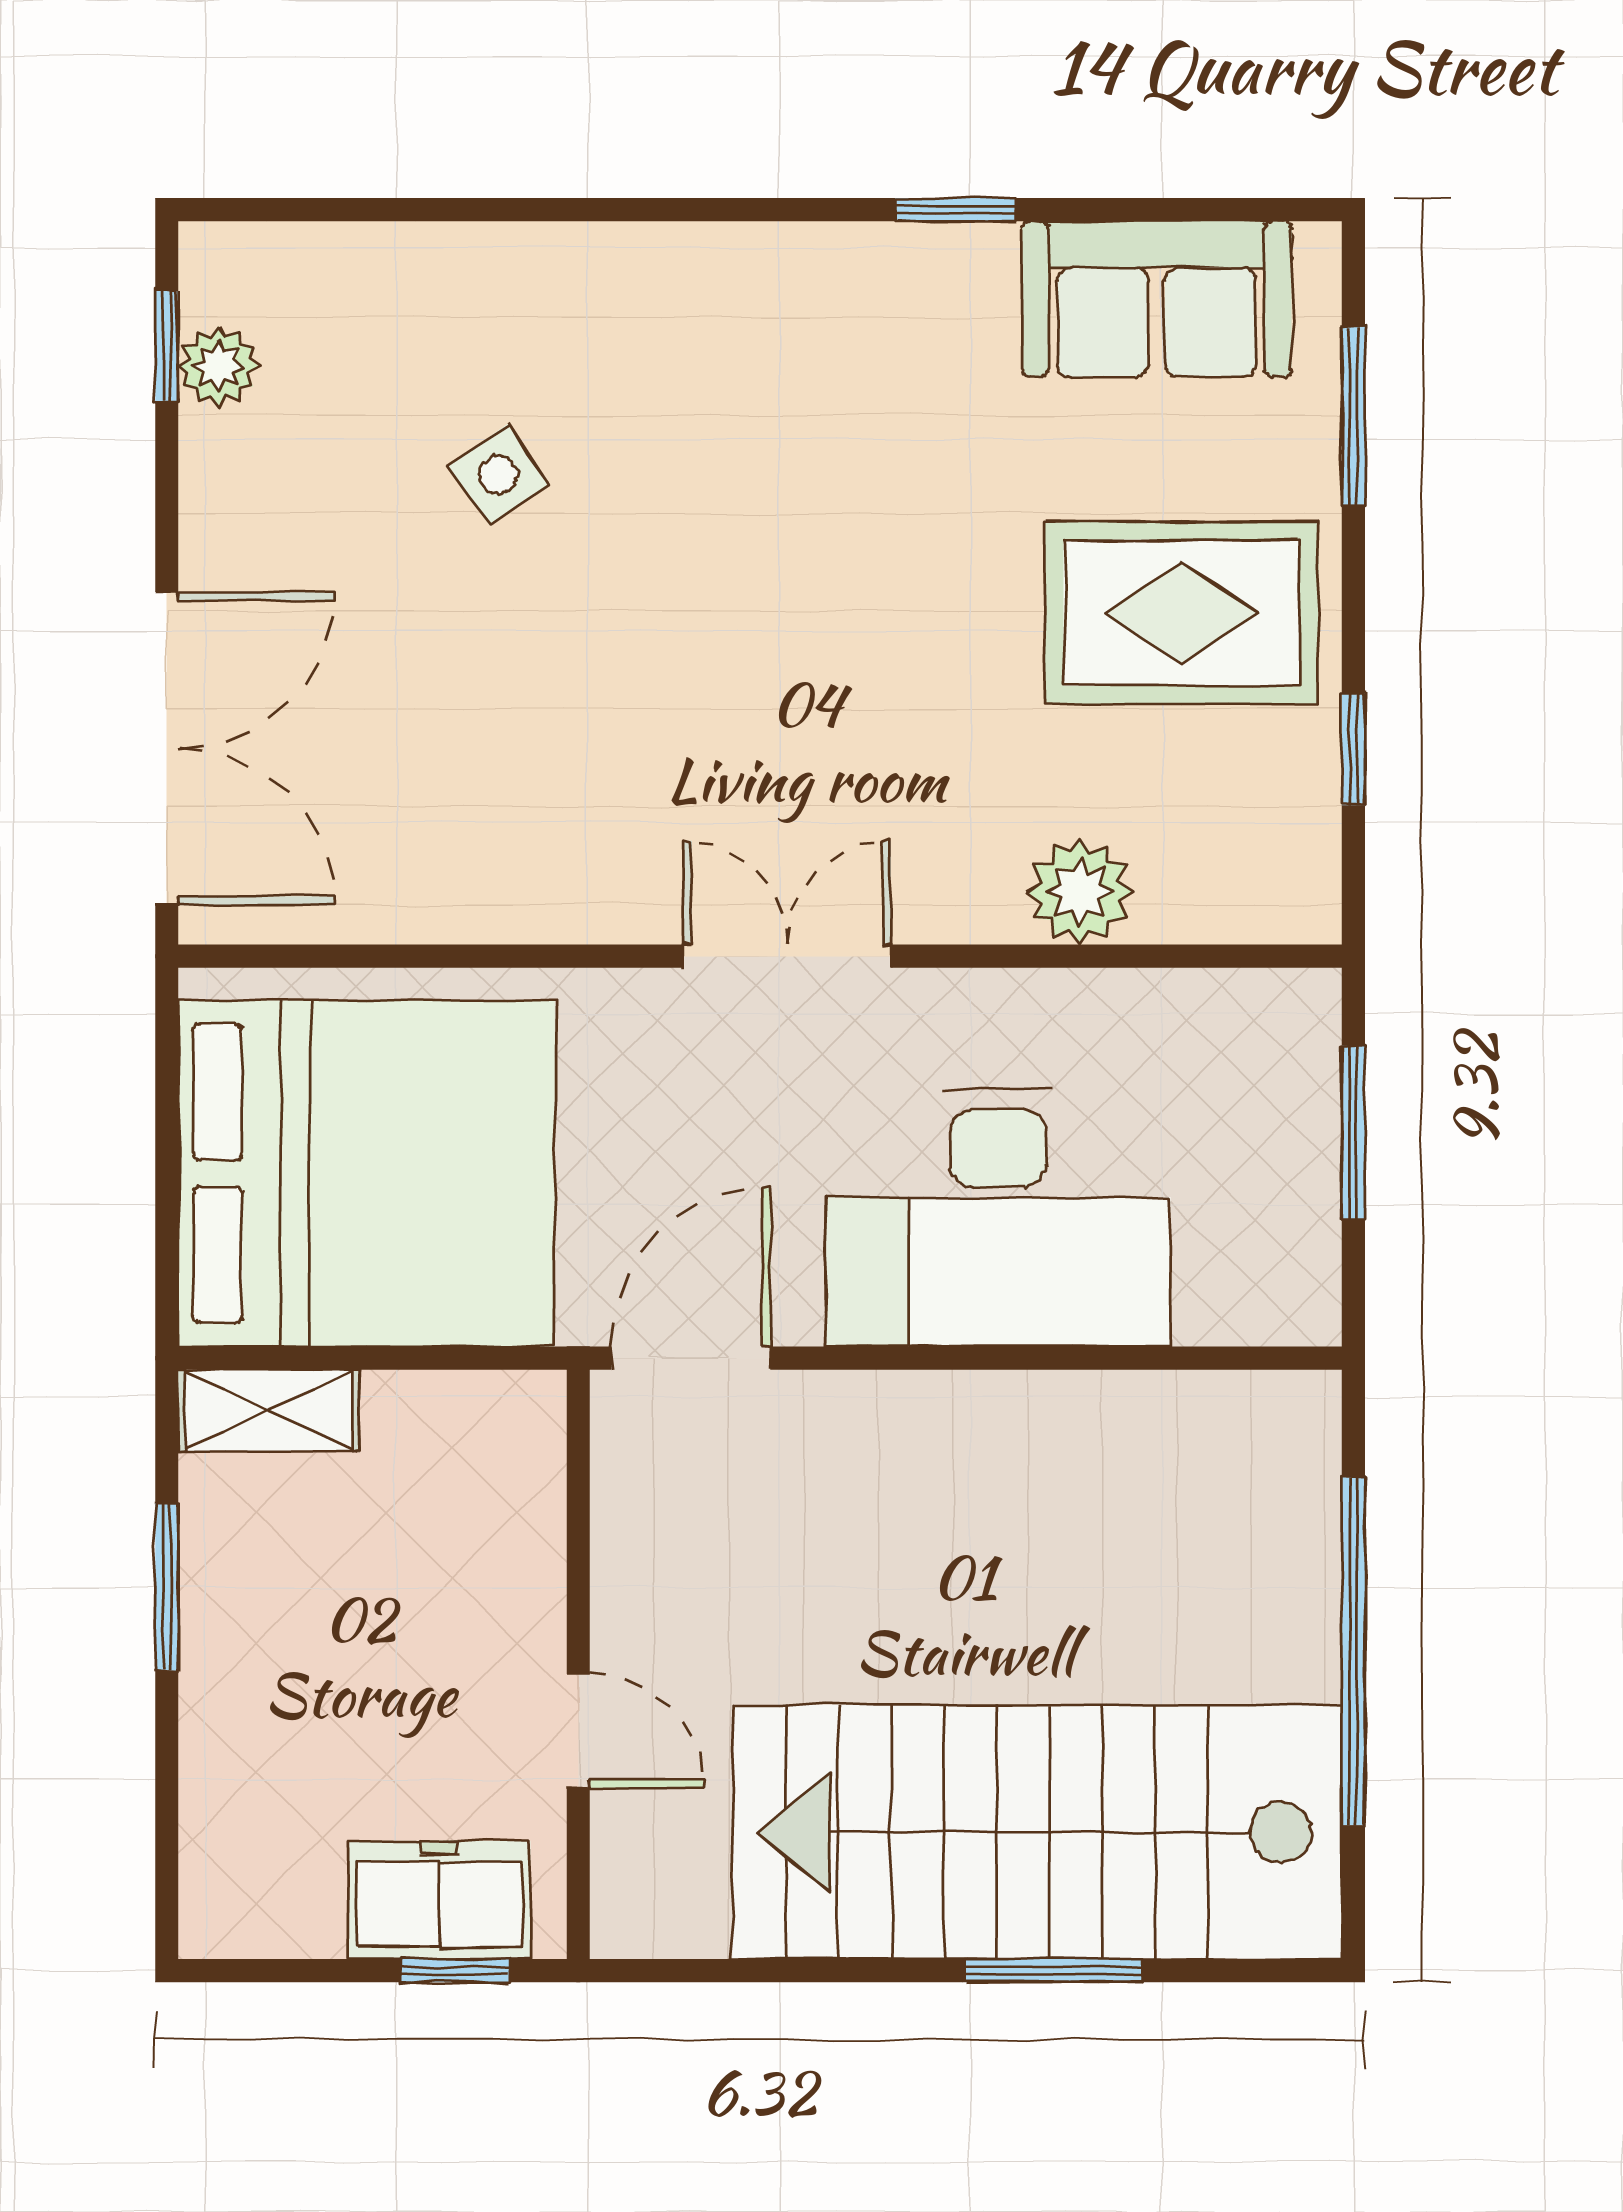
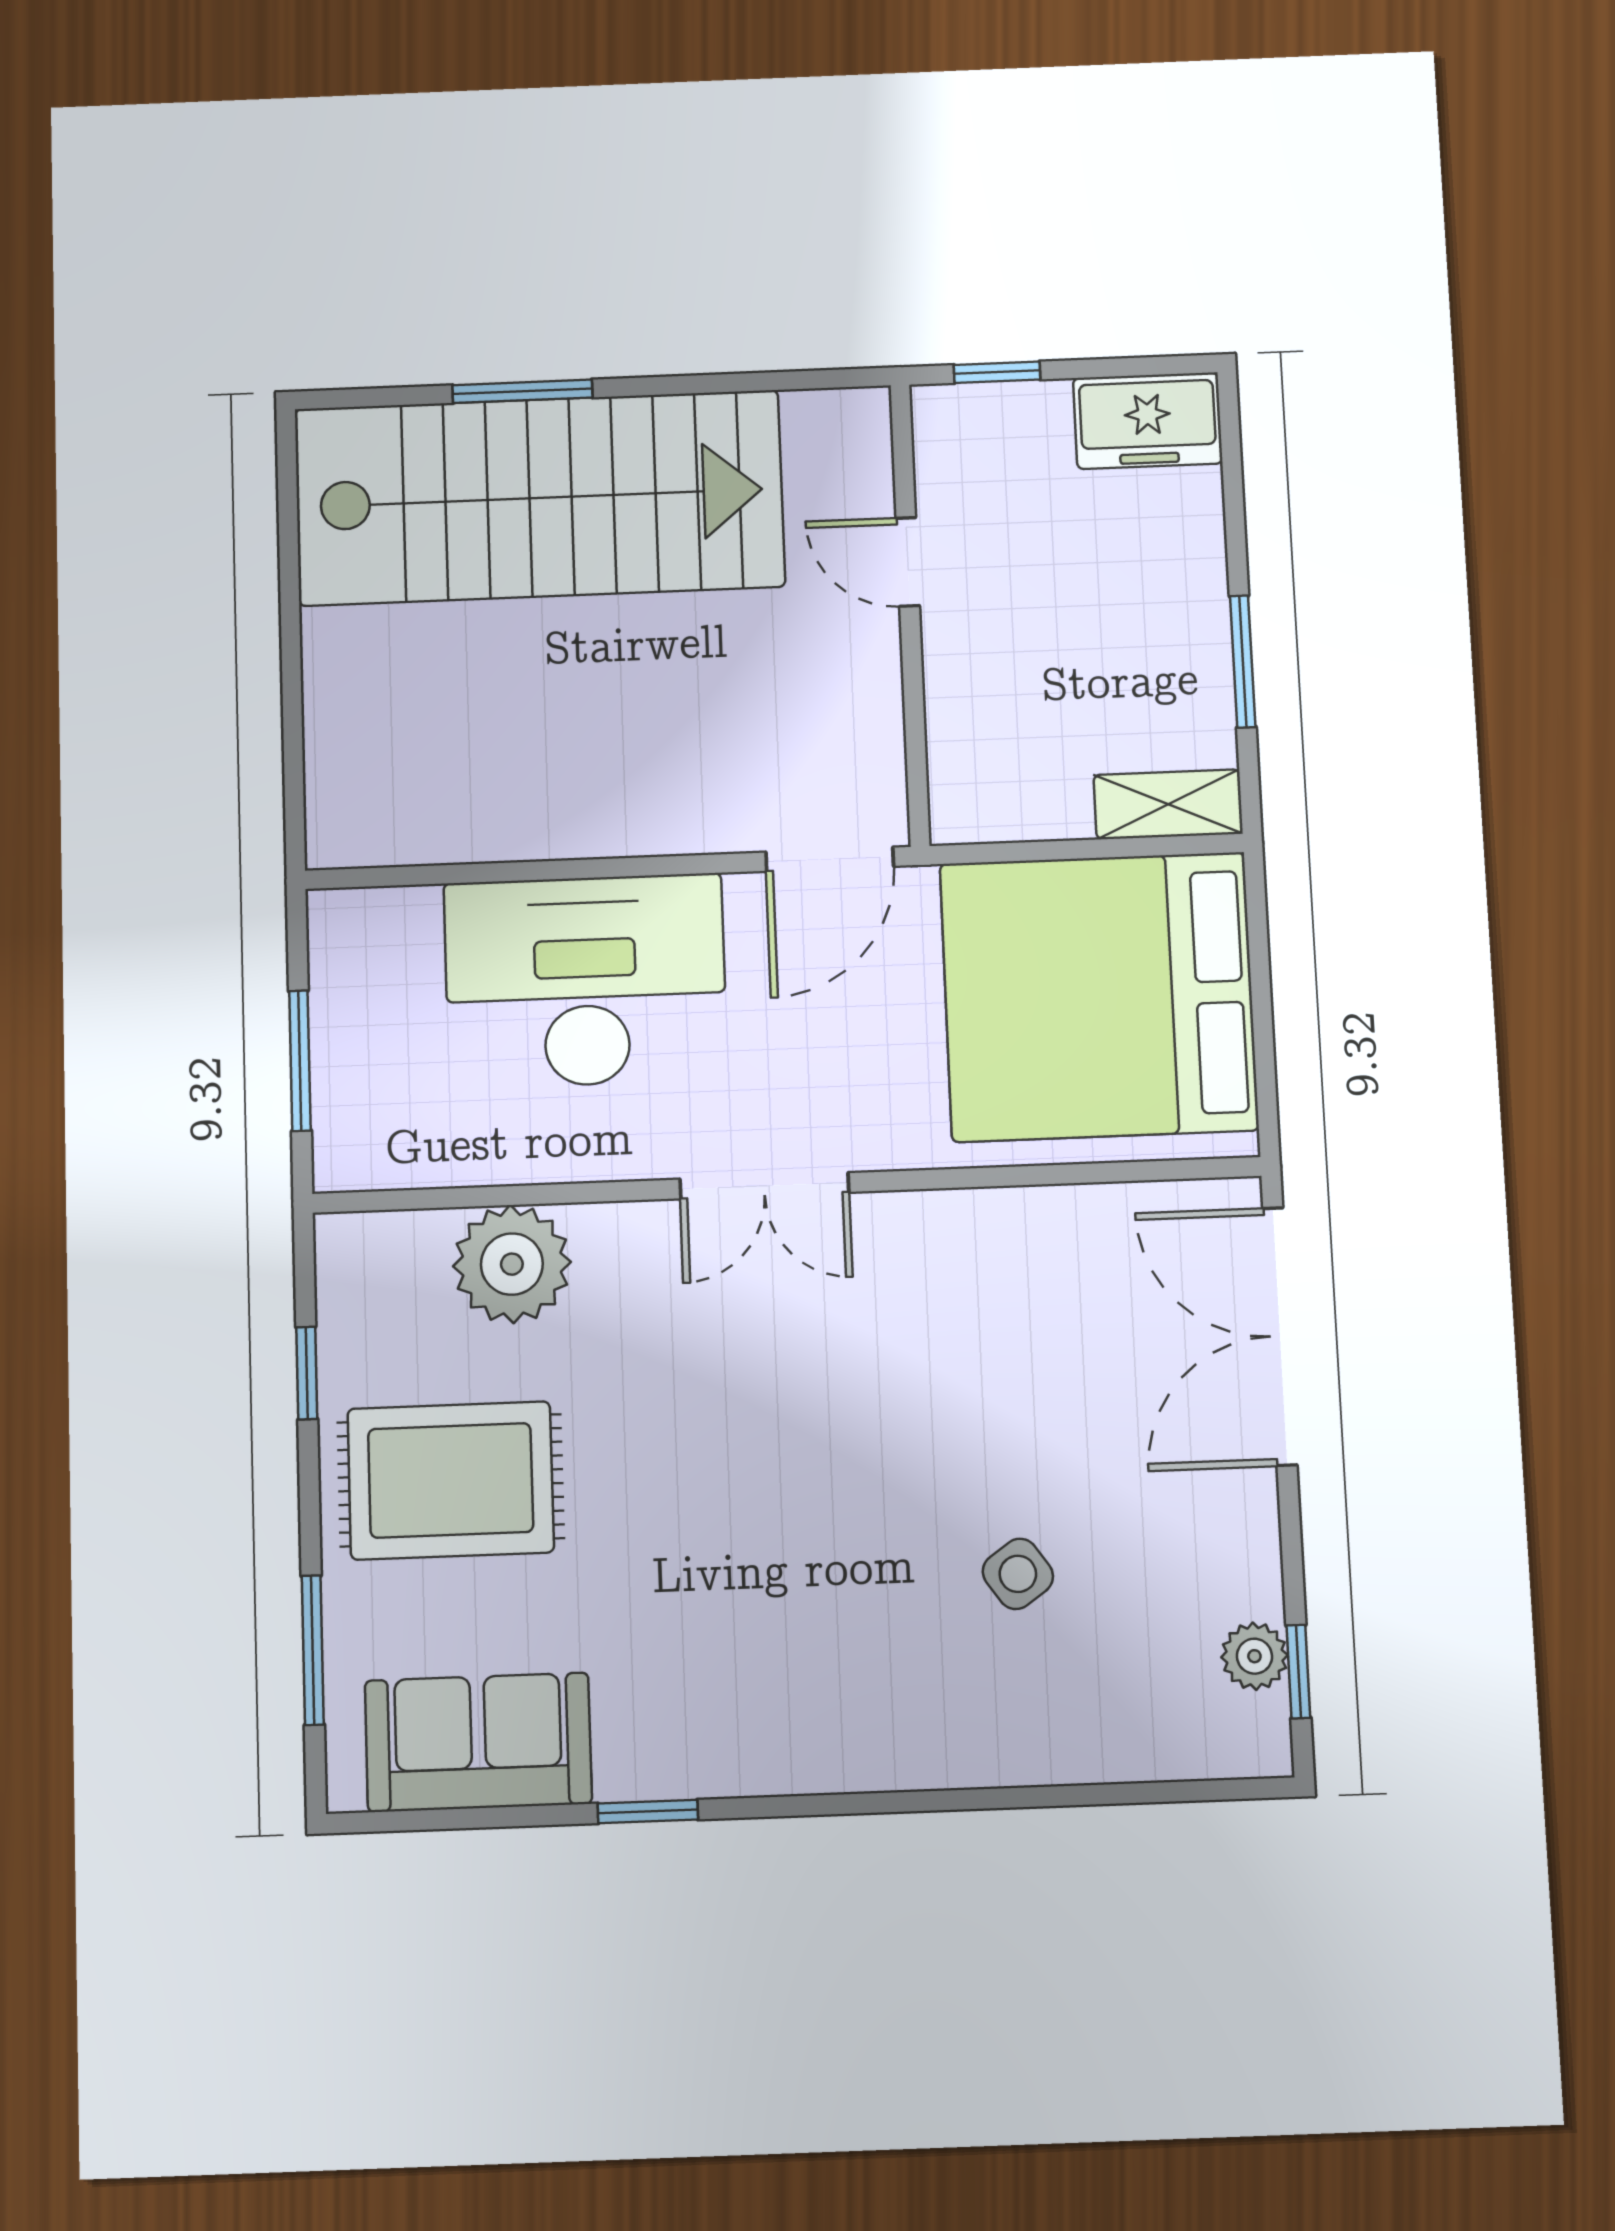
plant: (1080, 892) -> (512, 1264), width x1.36, depth x1.36
window: (1353, 1651) -> (291, 649), removed
freezer: (439, 1900) -> (1148, 421), moved

